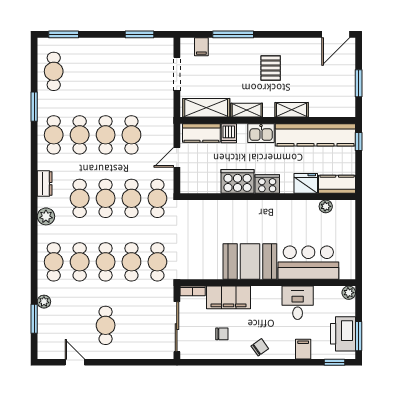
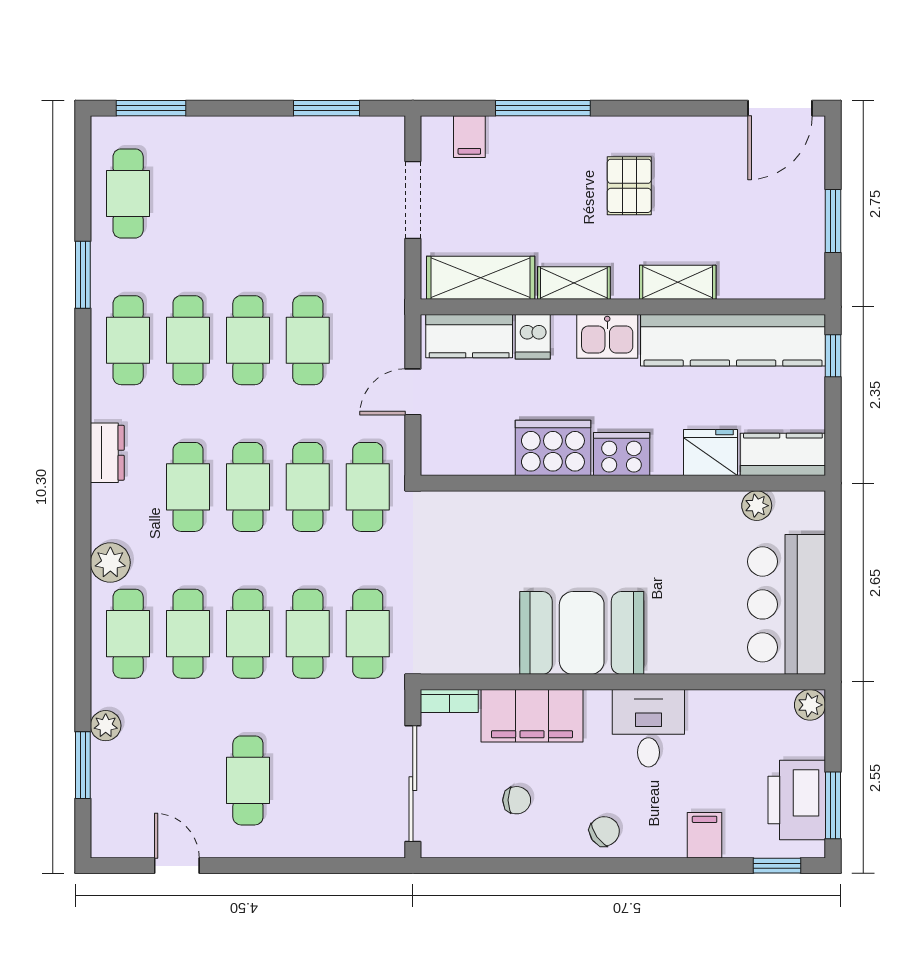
plant: (46, 216) -> (110, 563), moved
bar counter: (308, 263) -> (787, 604), moved, turned -90
desk: (298, 303) -> (648, 728), moved

